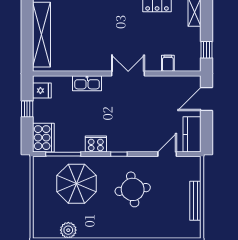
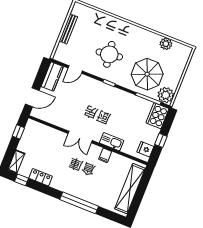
filing cabinet: (168, 63) -> (105, 155), moved
cooker: (96, 144) -> (122, 97), removed
plant: (43, 167) -> (166, 95), added

